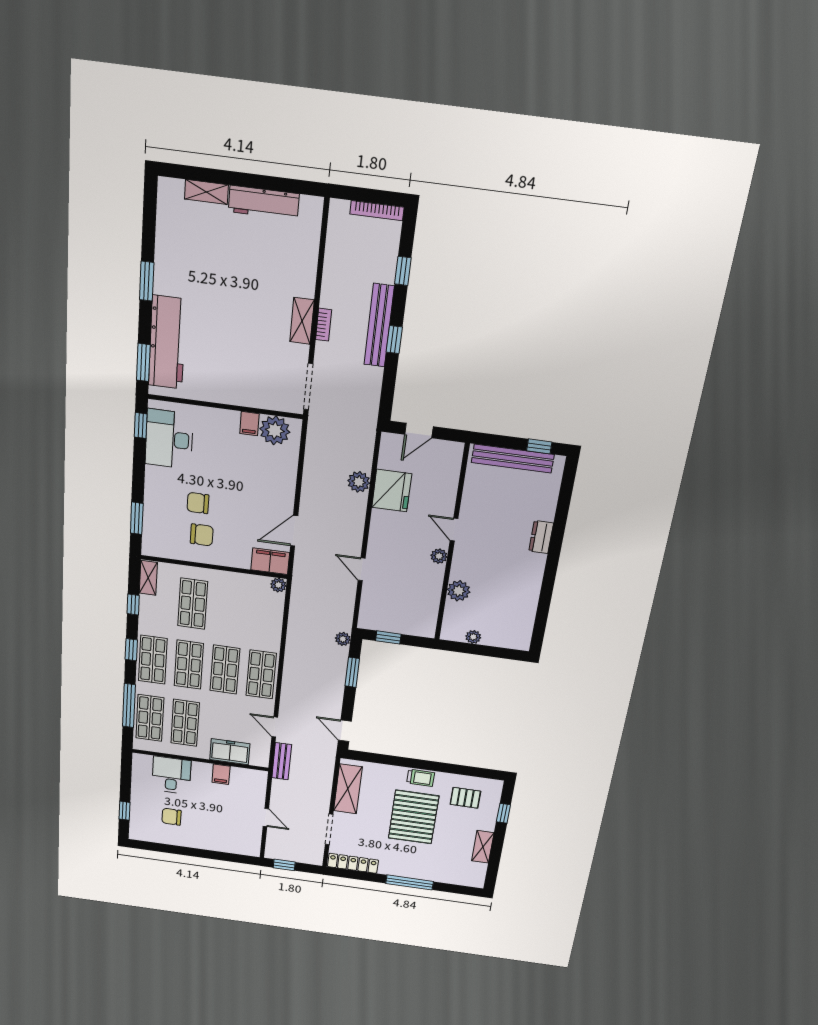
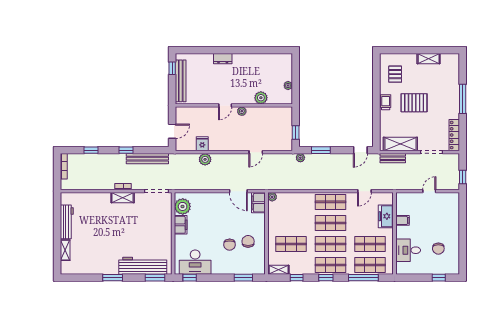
bench: (379, 325) -> (147, 159), moved
filing cabinet: (249, 424) -> (181, 225), width x2.00
door: (419, 431) -> (172, 131), hinge flipped
fridge: (392, 491) -> (202, 144), width x0.53, depth x0.75
bench: (282, 761) -> (393, 158), moved
window: (503, 813) -> (402, 50), removed
pallet: (414, 817) -> (414, 103), width x0.73, depth x0.71

